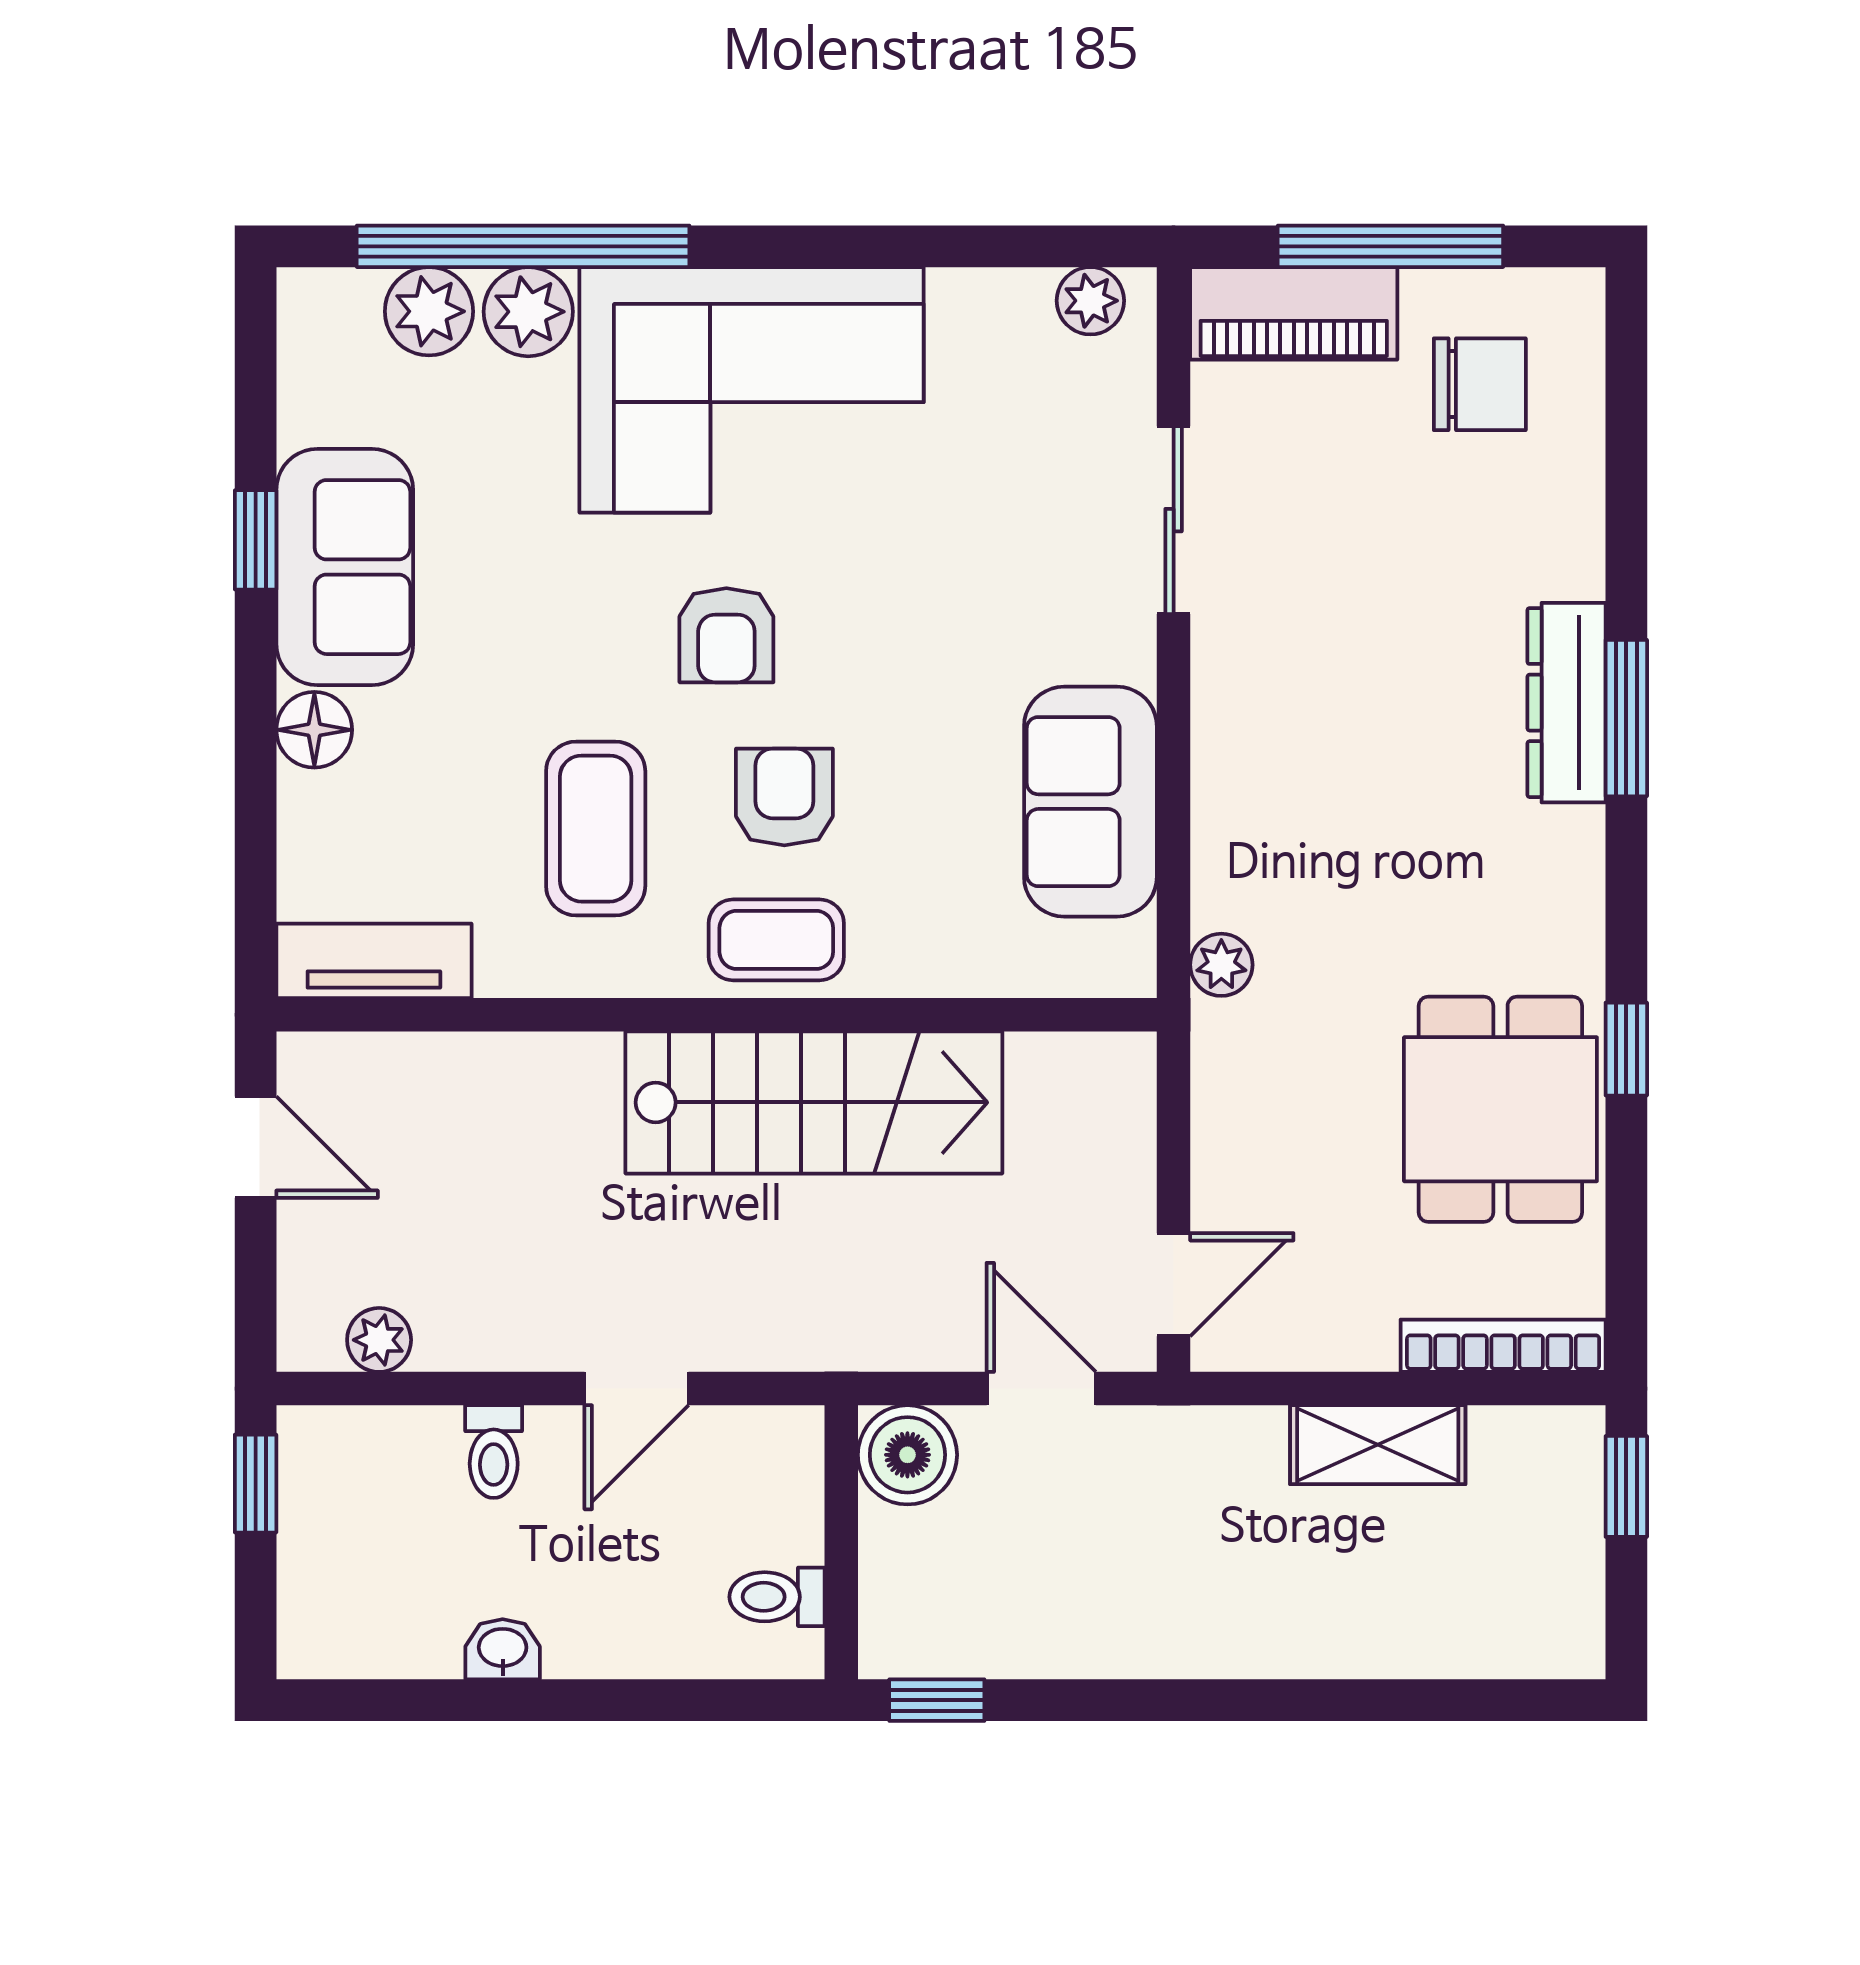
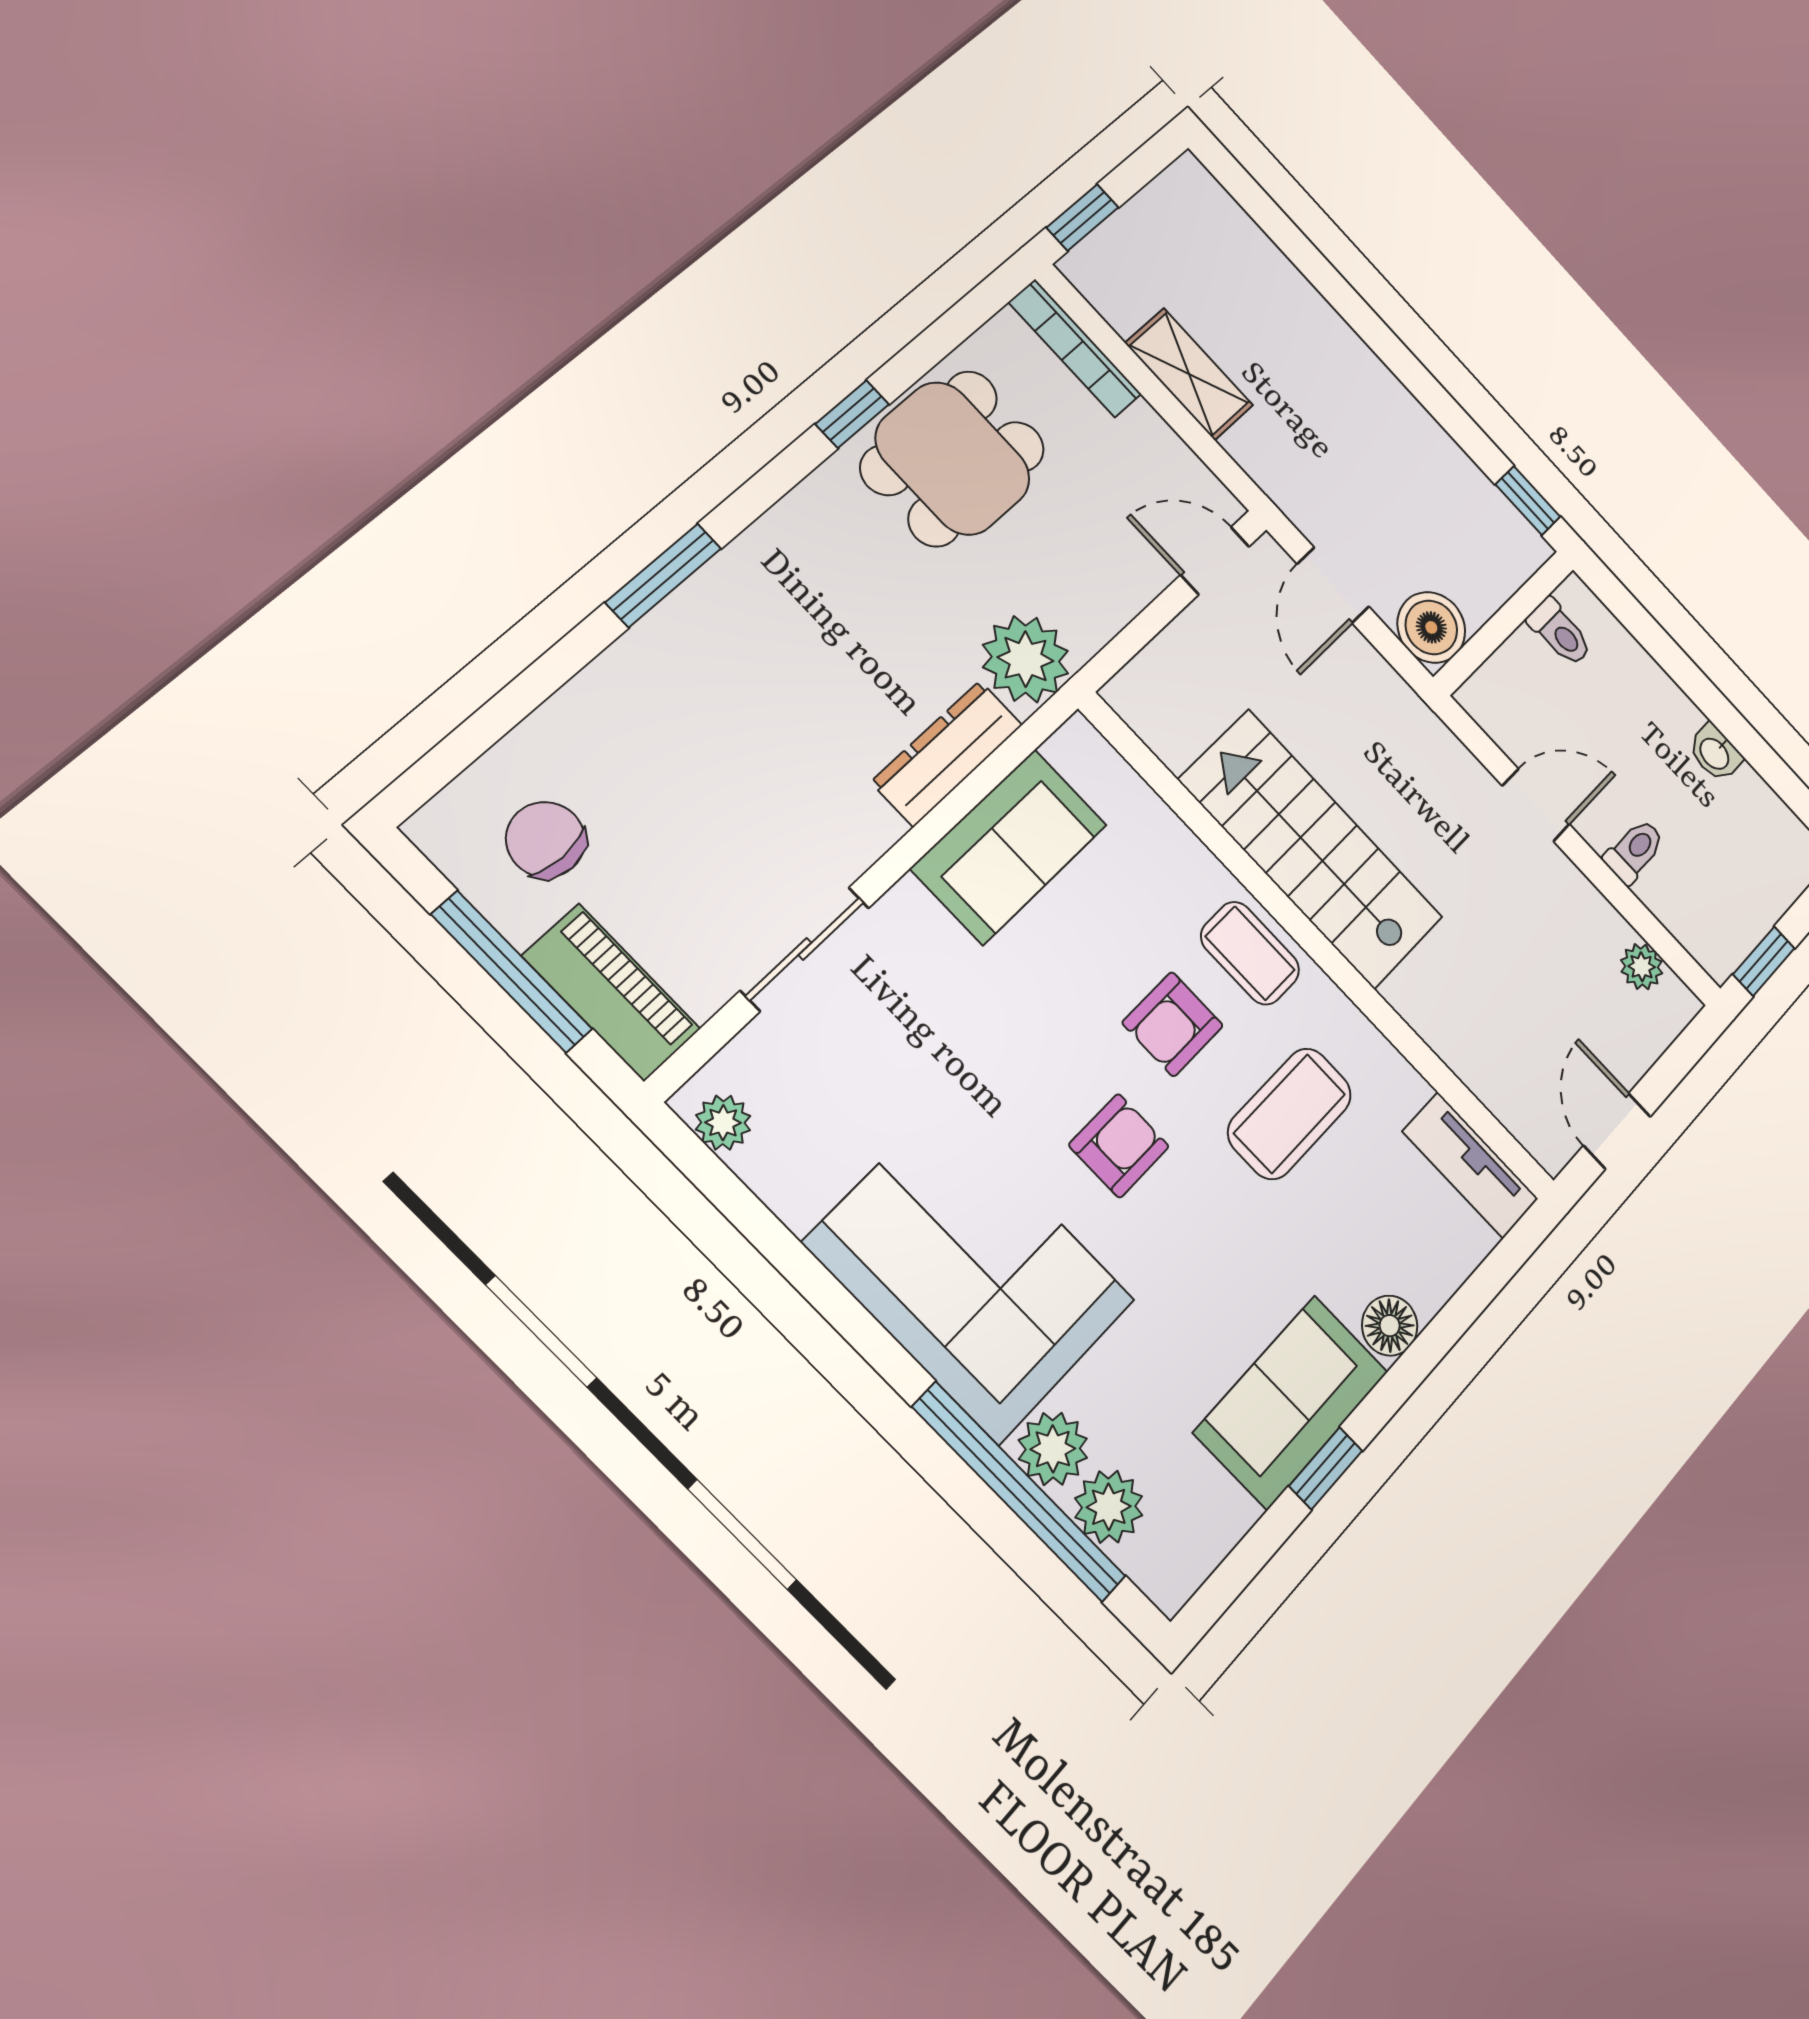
dresser: (1566, 703) -> (947, 753), moved, turned 180
plant: (1221, 965) -> (1025, 659), width x1.87, depth x1.87

